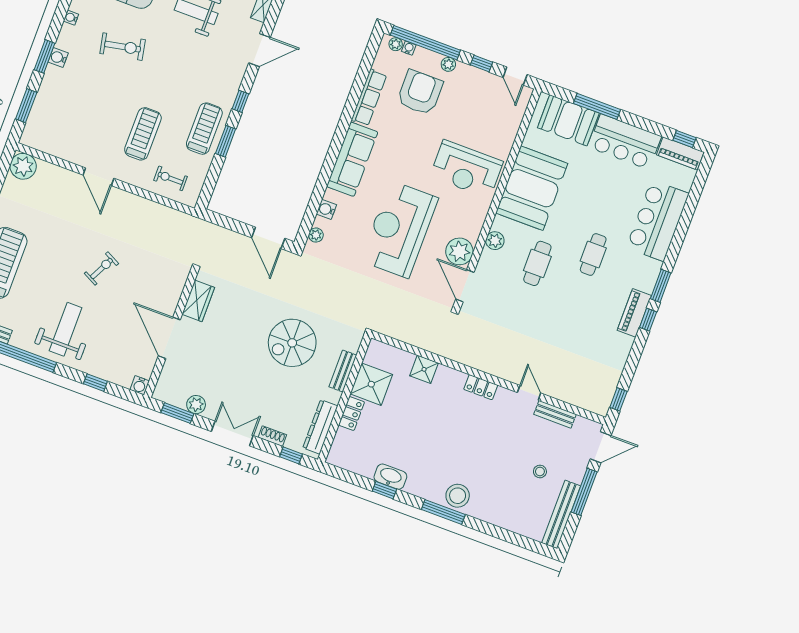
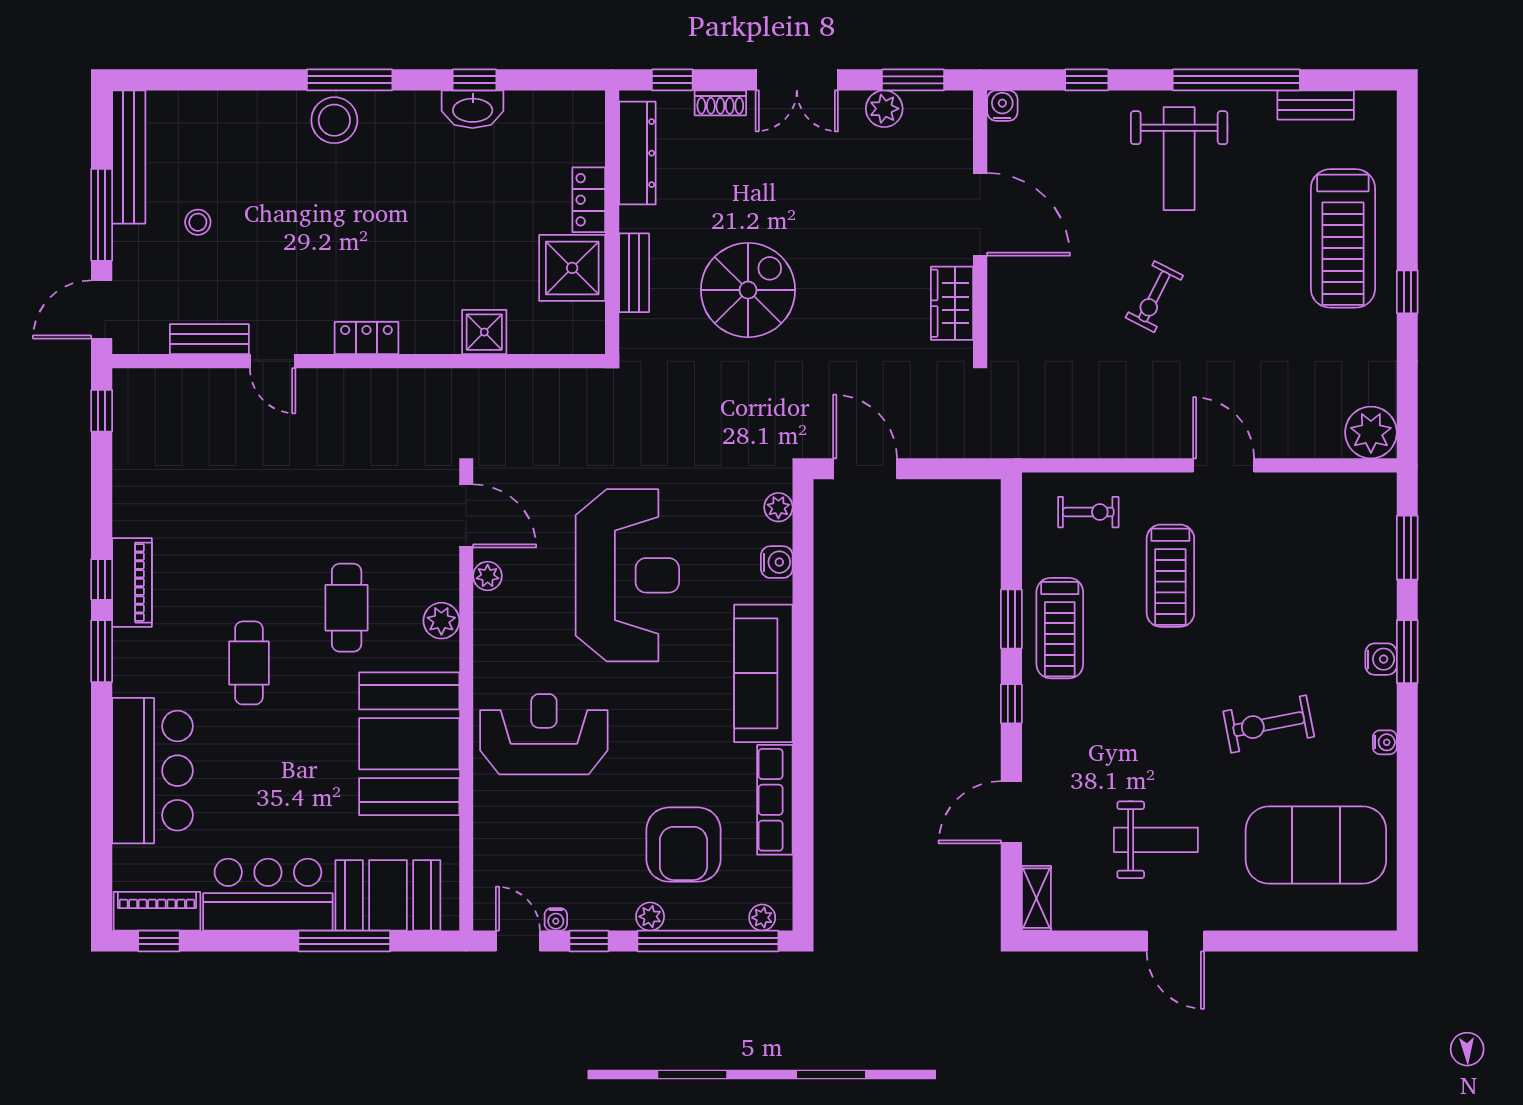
water cooler: (409, 48) -> (556, 919), moved
plant: (459, 251) -> (488, 576), width x0.53, depth x0.53

